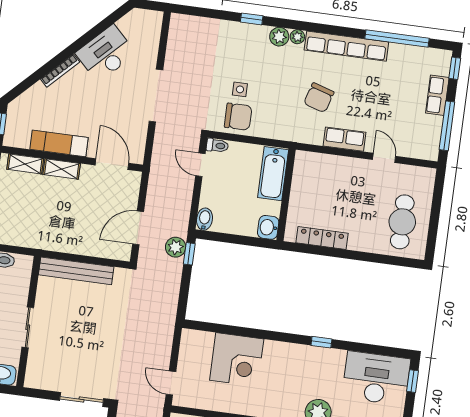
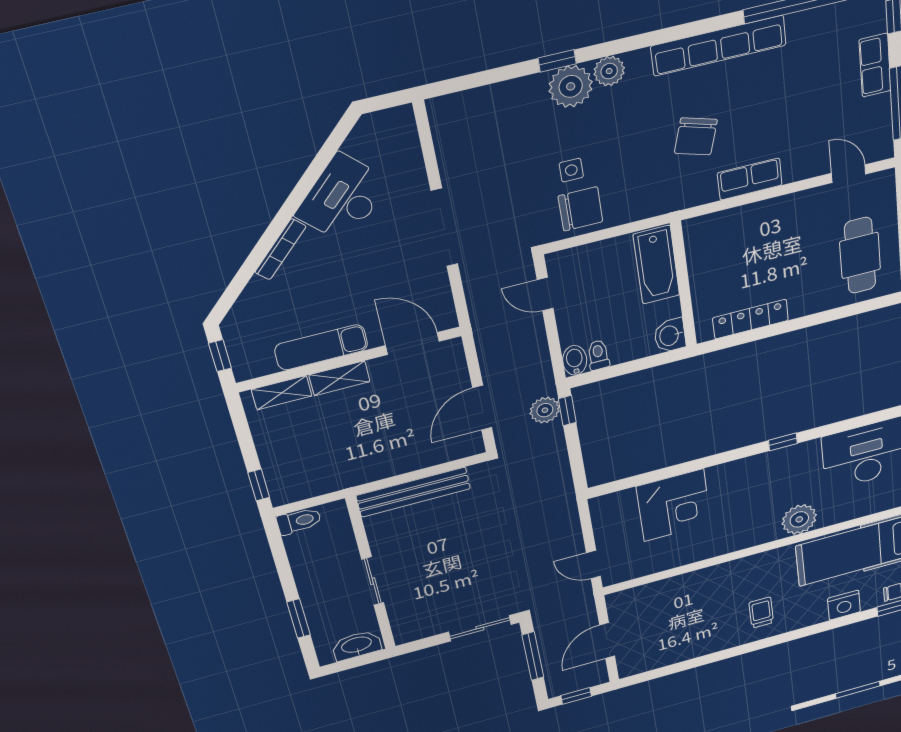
plant: (297, 37) -> (571, 86), moved, width x1.88, depth x1.88
toilet: (217, 146) -> (598, 355), moved, turned -90
door: (384, 158) -> (849, 174), moved

